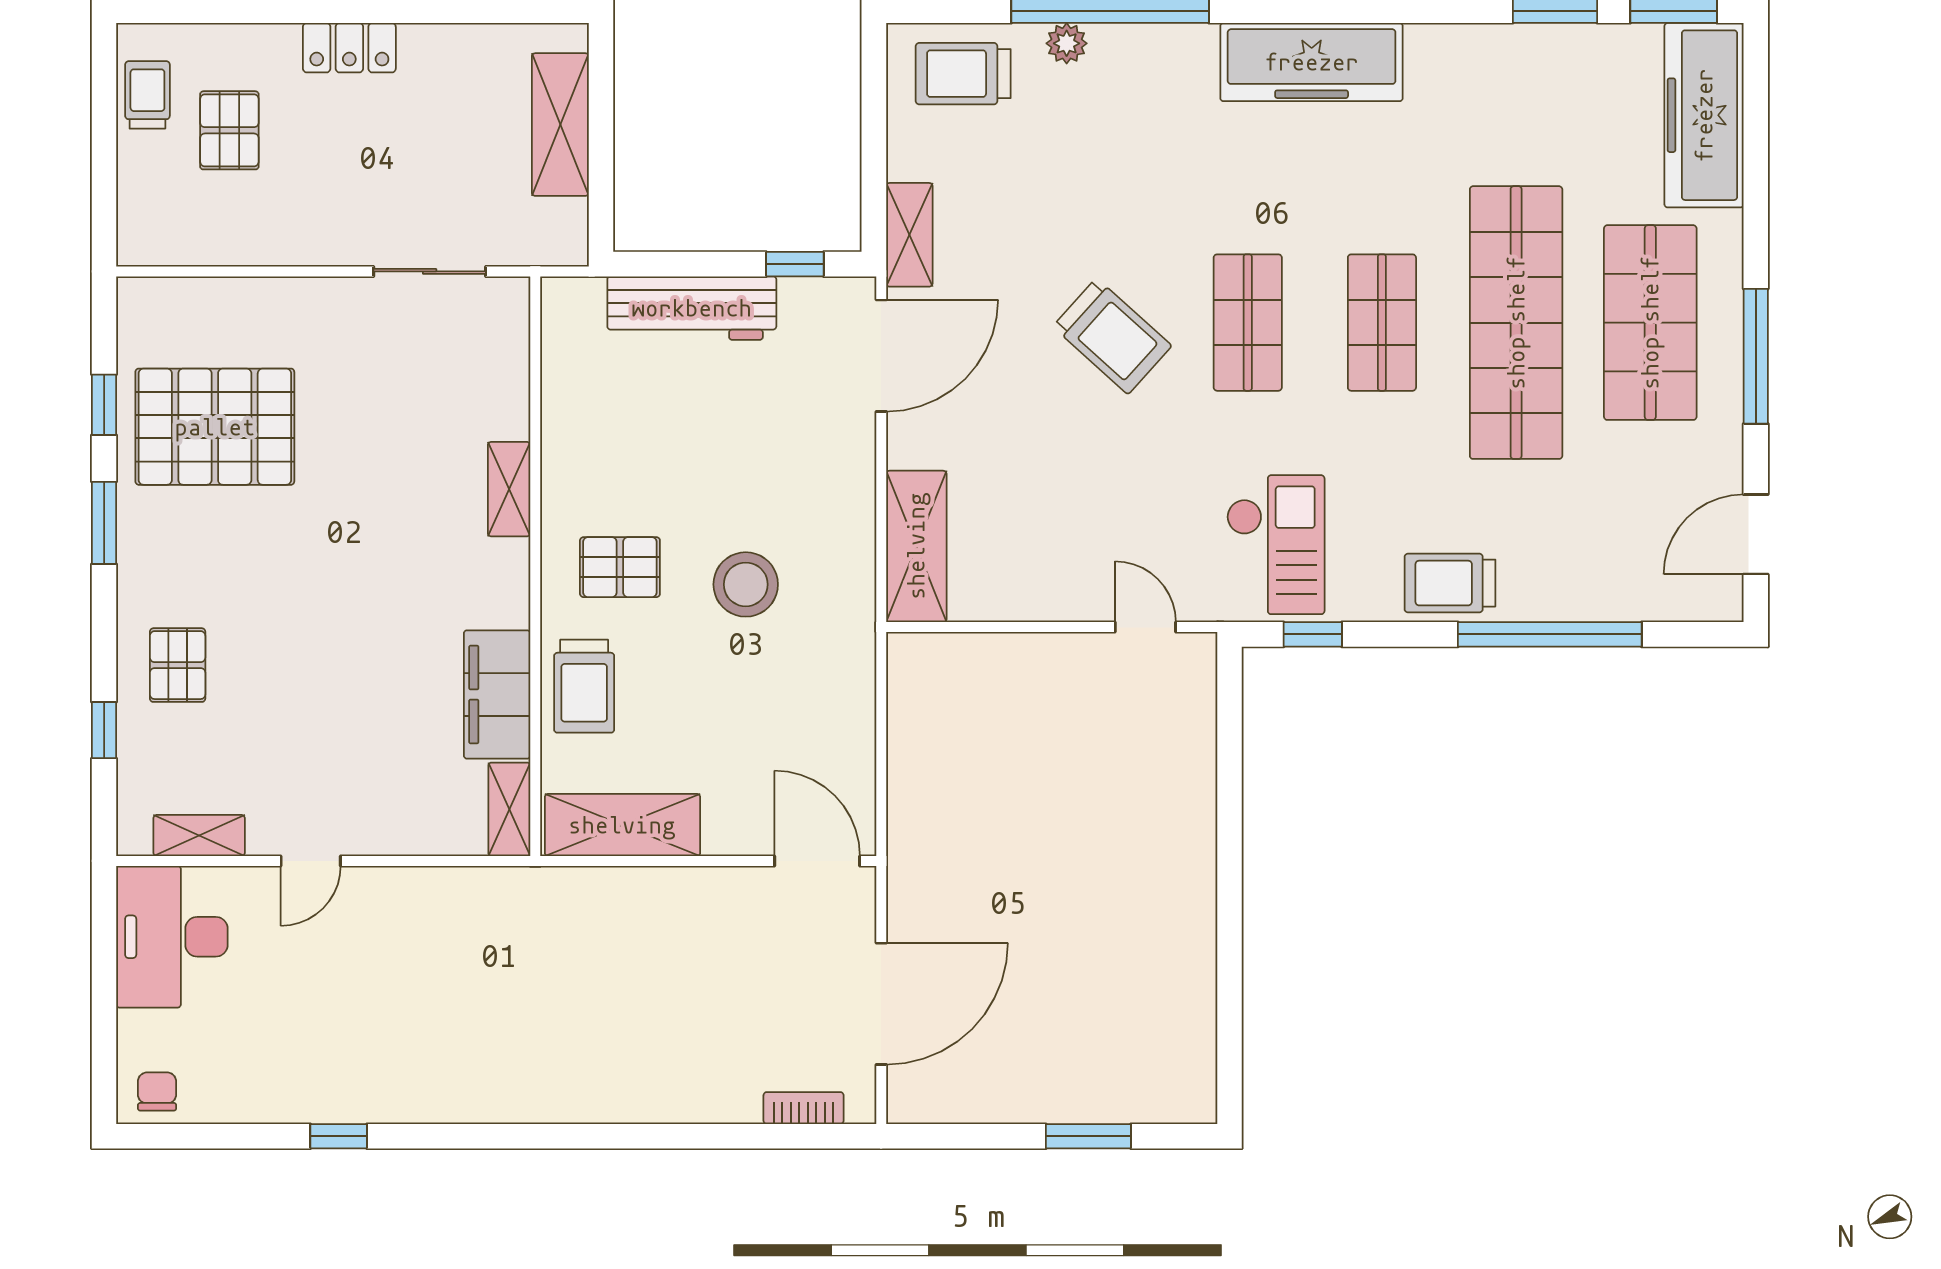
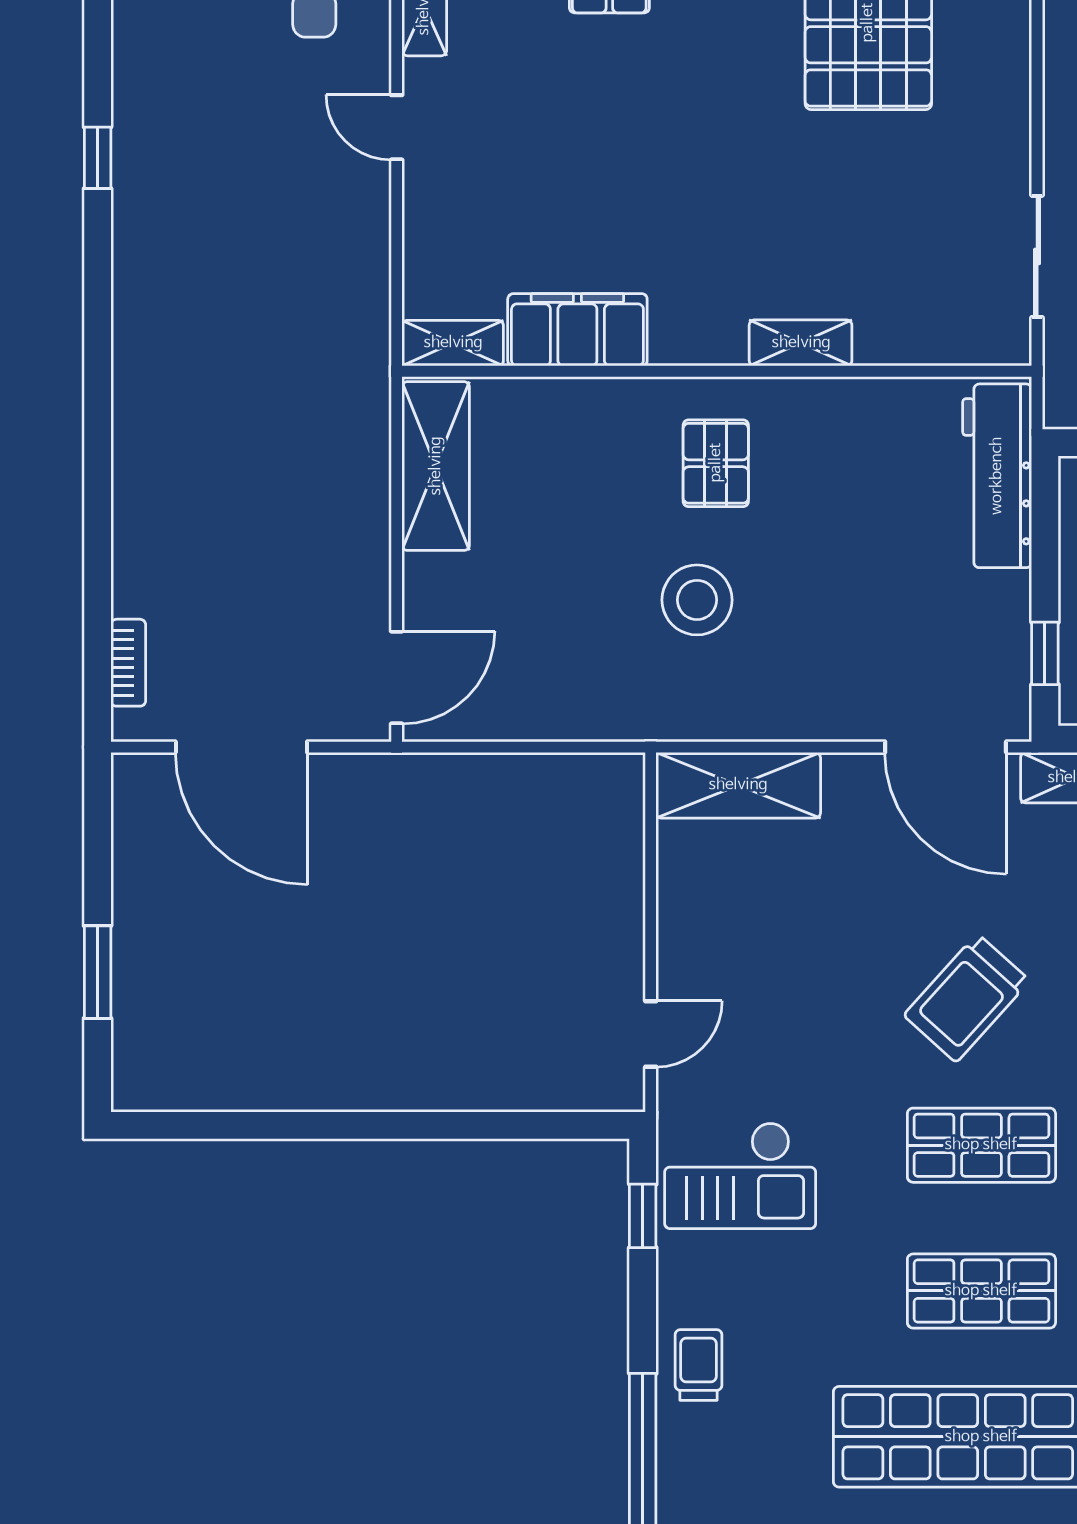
workbench: (692, 308) -> (997, 476), moved
trolley: (1450, 583) -> (698, 1365), width x0.73, depth x0.72
trolley: (584, 686) -> (586, 424), removed

